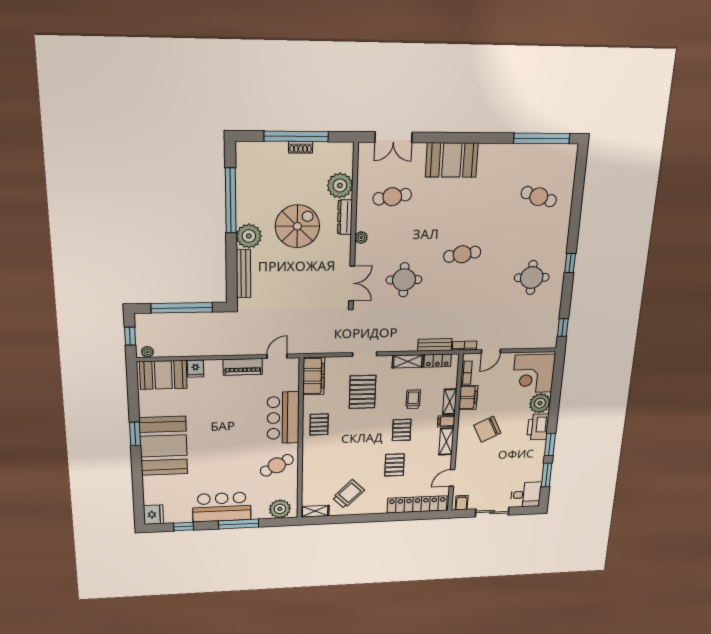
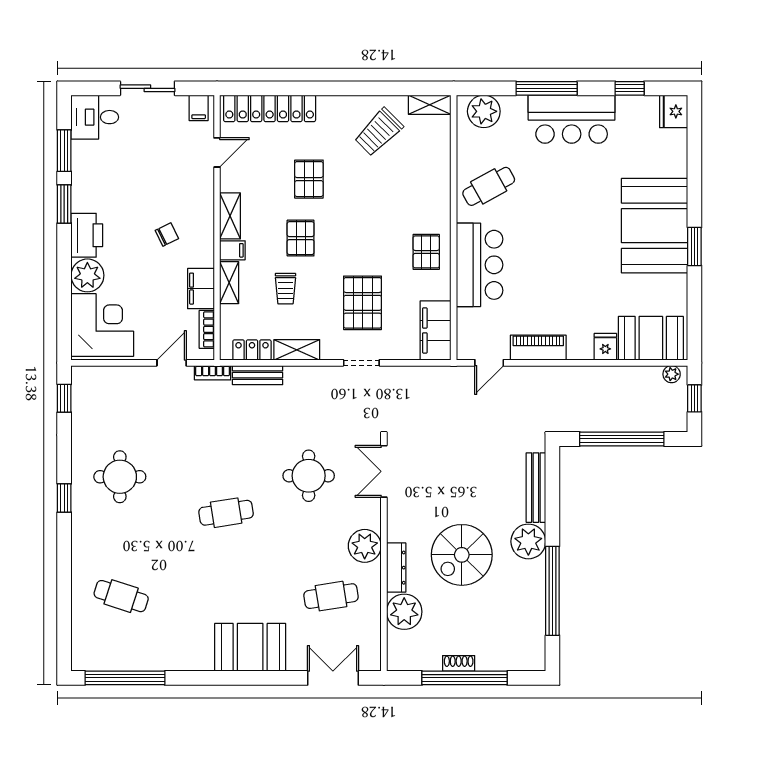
plant: (361, 238) -> (365, 546), width x1.88, depth x1.88
chair: (487, 429) -> (167, 234), width x0.54, depth x0.54

